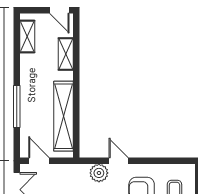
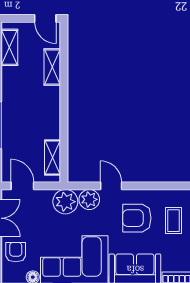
shelving: (64, 116) -> (52, 157), width x0.45, depth x0.75
plant: (77, 175) -> (65, 202), added

